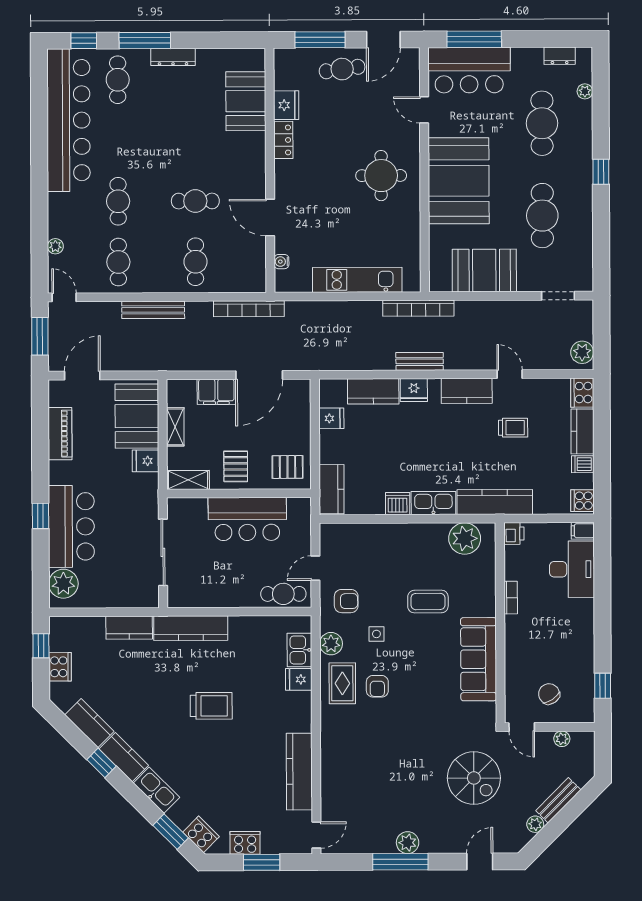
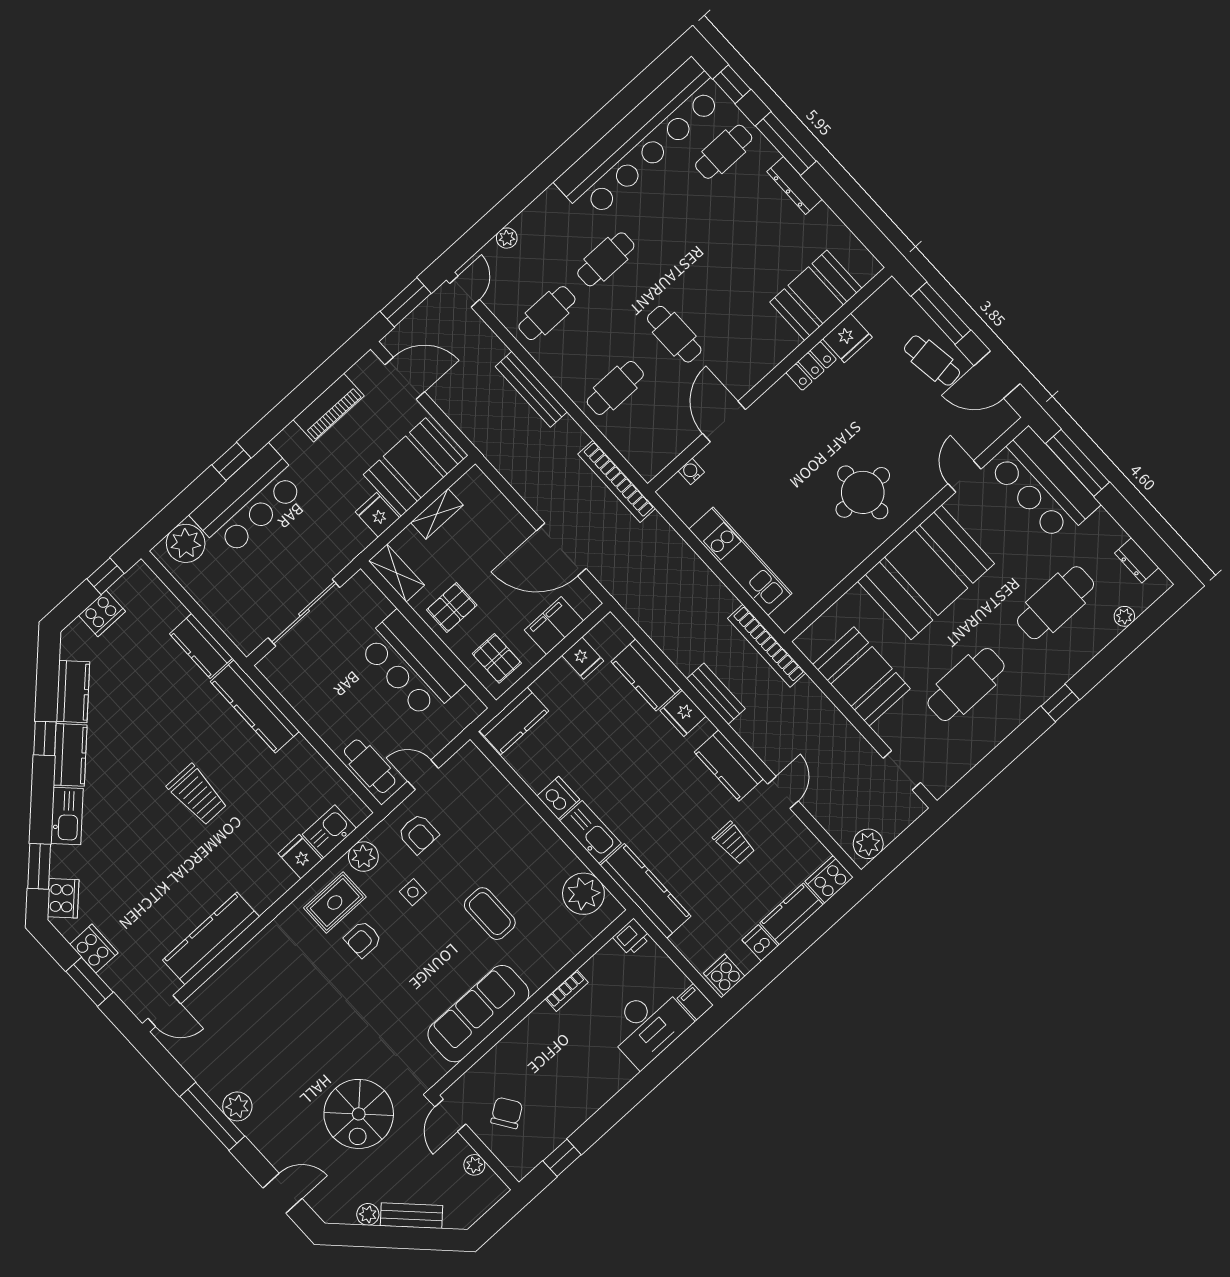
filing cabinet: (216, 392) -> (554, 626), moved, turned 90

